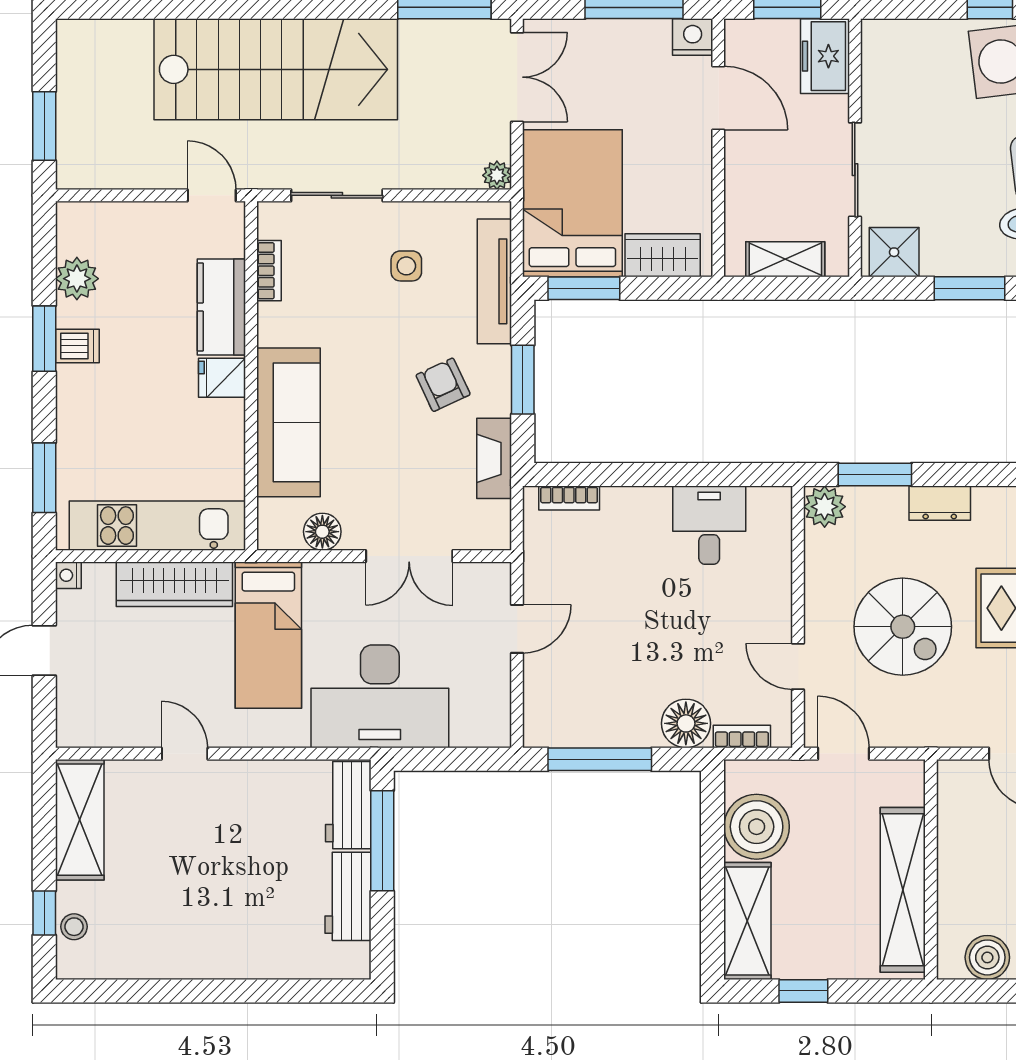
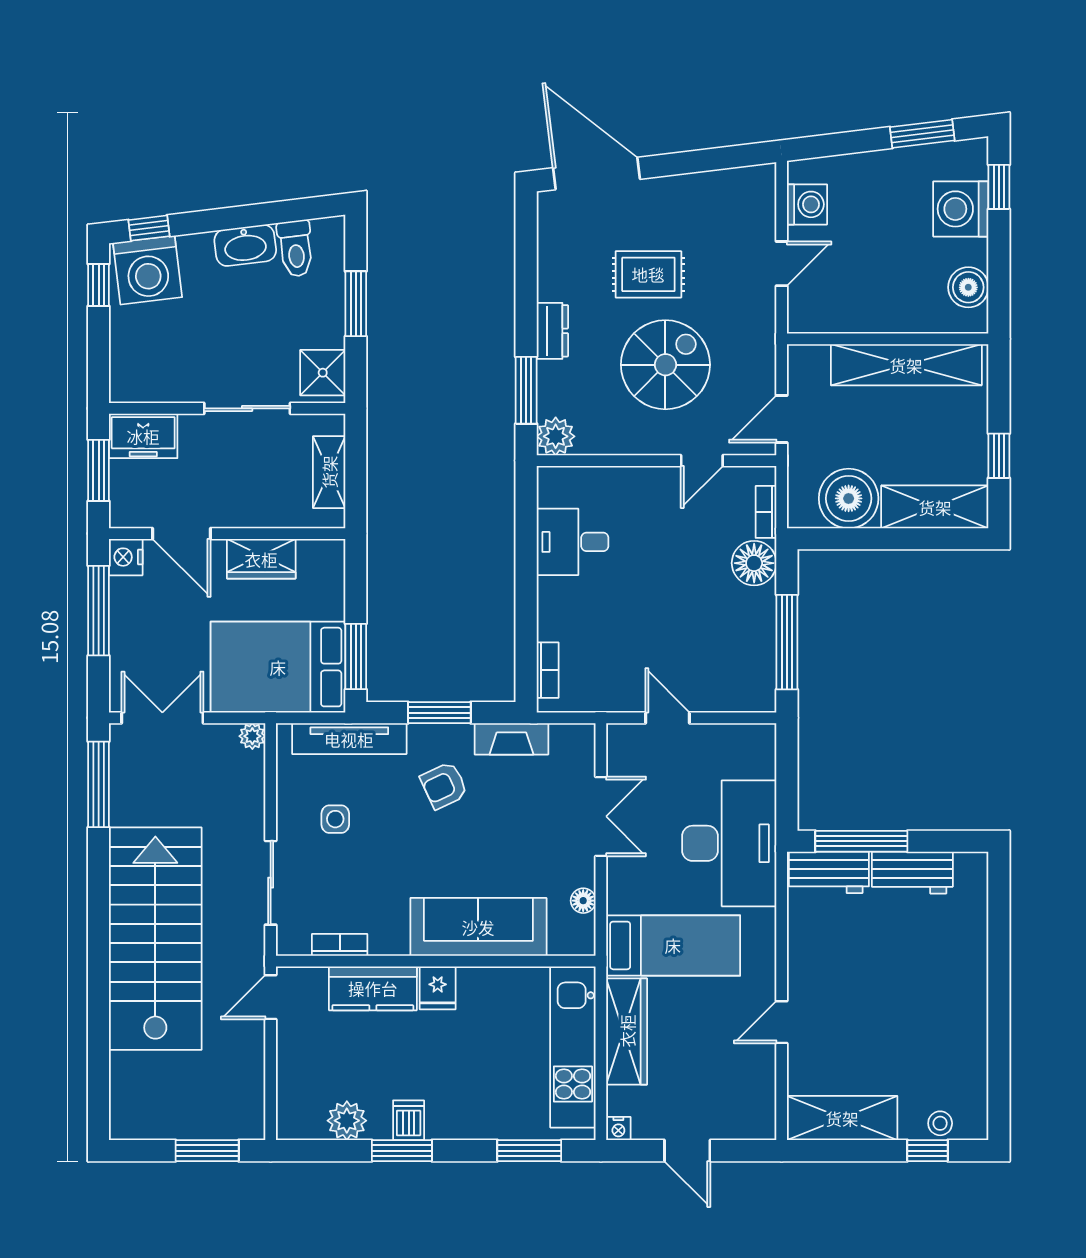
door: (718, 98) -> (182, 534), swing flipped
wardrobe: (663, 255) -> (261, 559), moved, turned -90
floor lamp: (322, 532) -> (583, 901), width x0.73, depth x0.73

